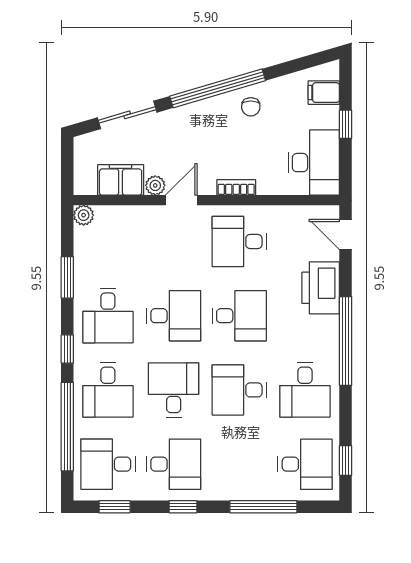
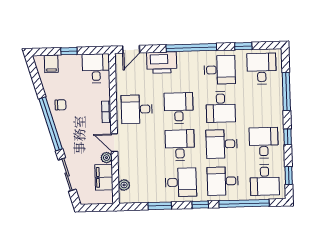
desk: (314, 163) -> (96, 68), width x0.73
plant: (84, 215) -> (124, 185), moved
desk: (239, 241) -> (137, 109), turned 90
desk: (108, 390) -> (223, 181), turned 180
window: (346, 461) -> (243, 46), moved

